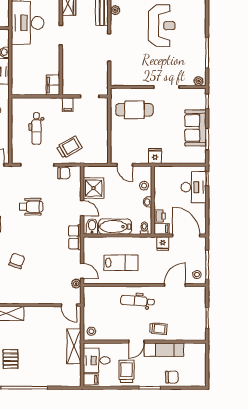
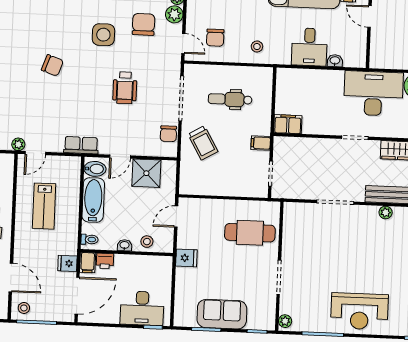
reception desk: (162, 26) -> (359, 311), moved
cafe table: (134, 110) -> (250, 233), turned 90

